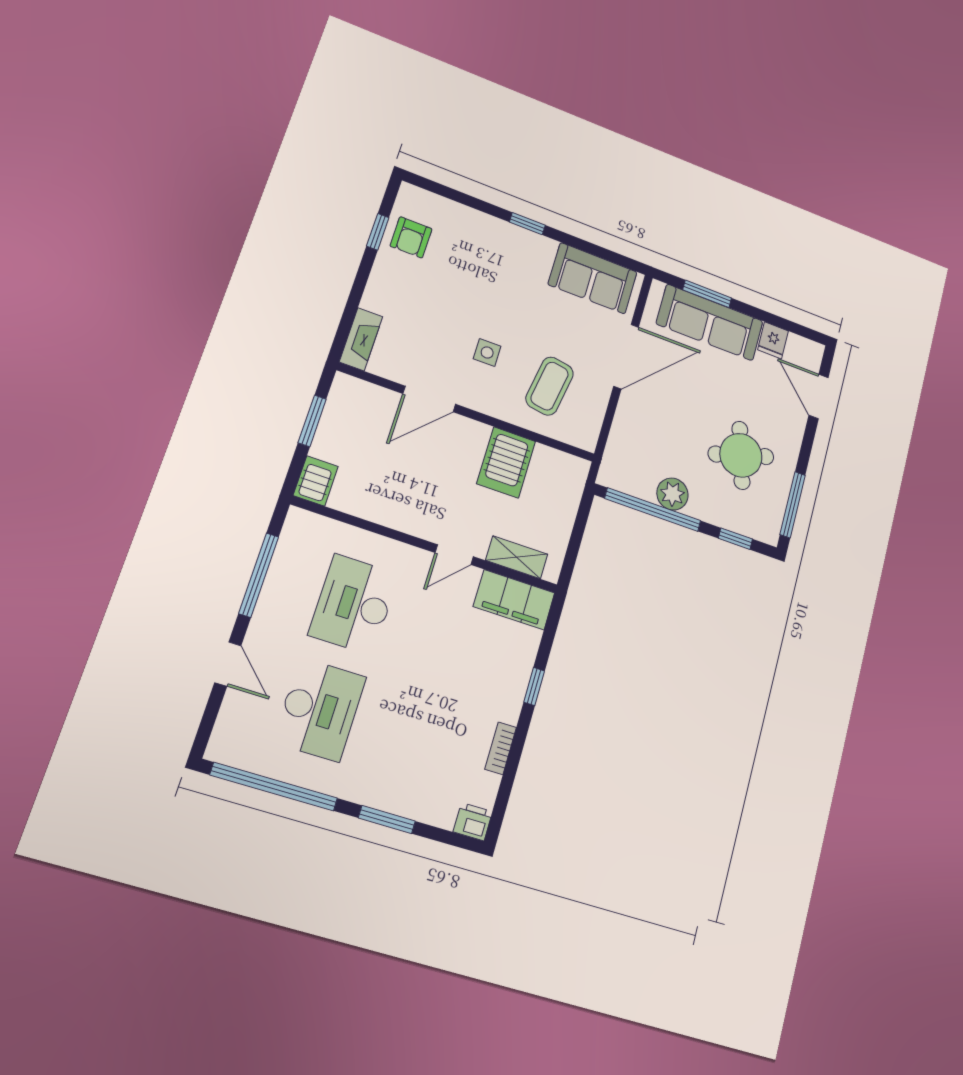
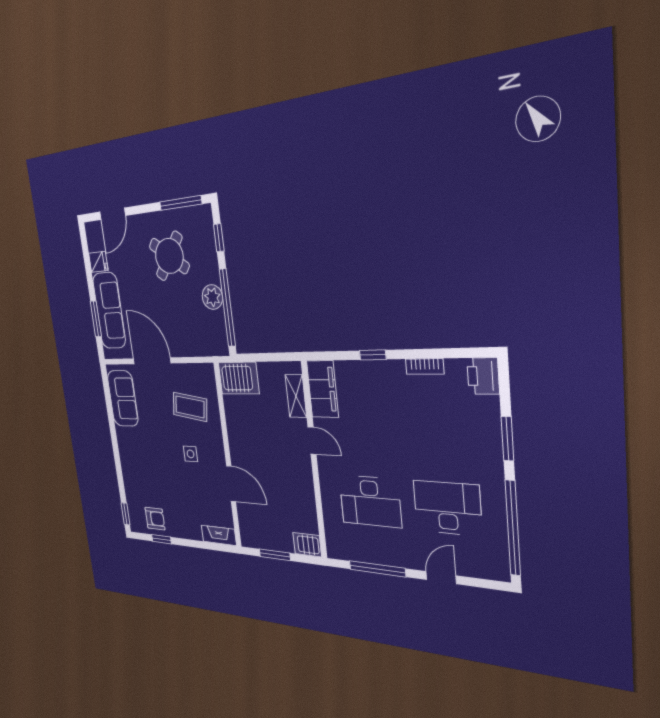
window: (527, 224) -> (126, 514), moved
round table: (741, 455) -> (169, 256), turned -37
server rack: (506, 462) -> (239, 378), moved
printer: (473, 822) -> (483, 376), width x1.36, depth x1.24

